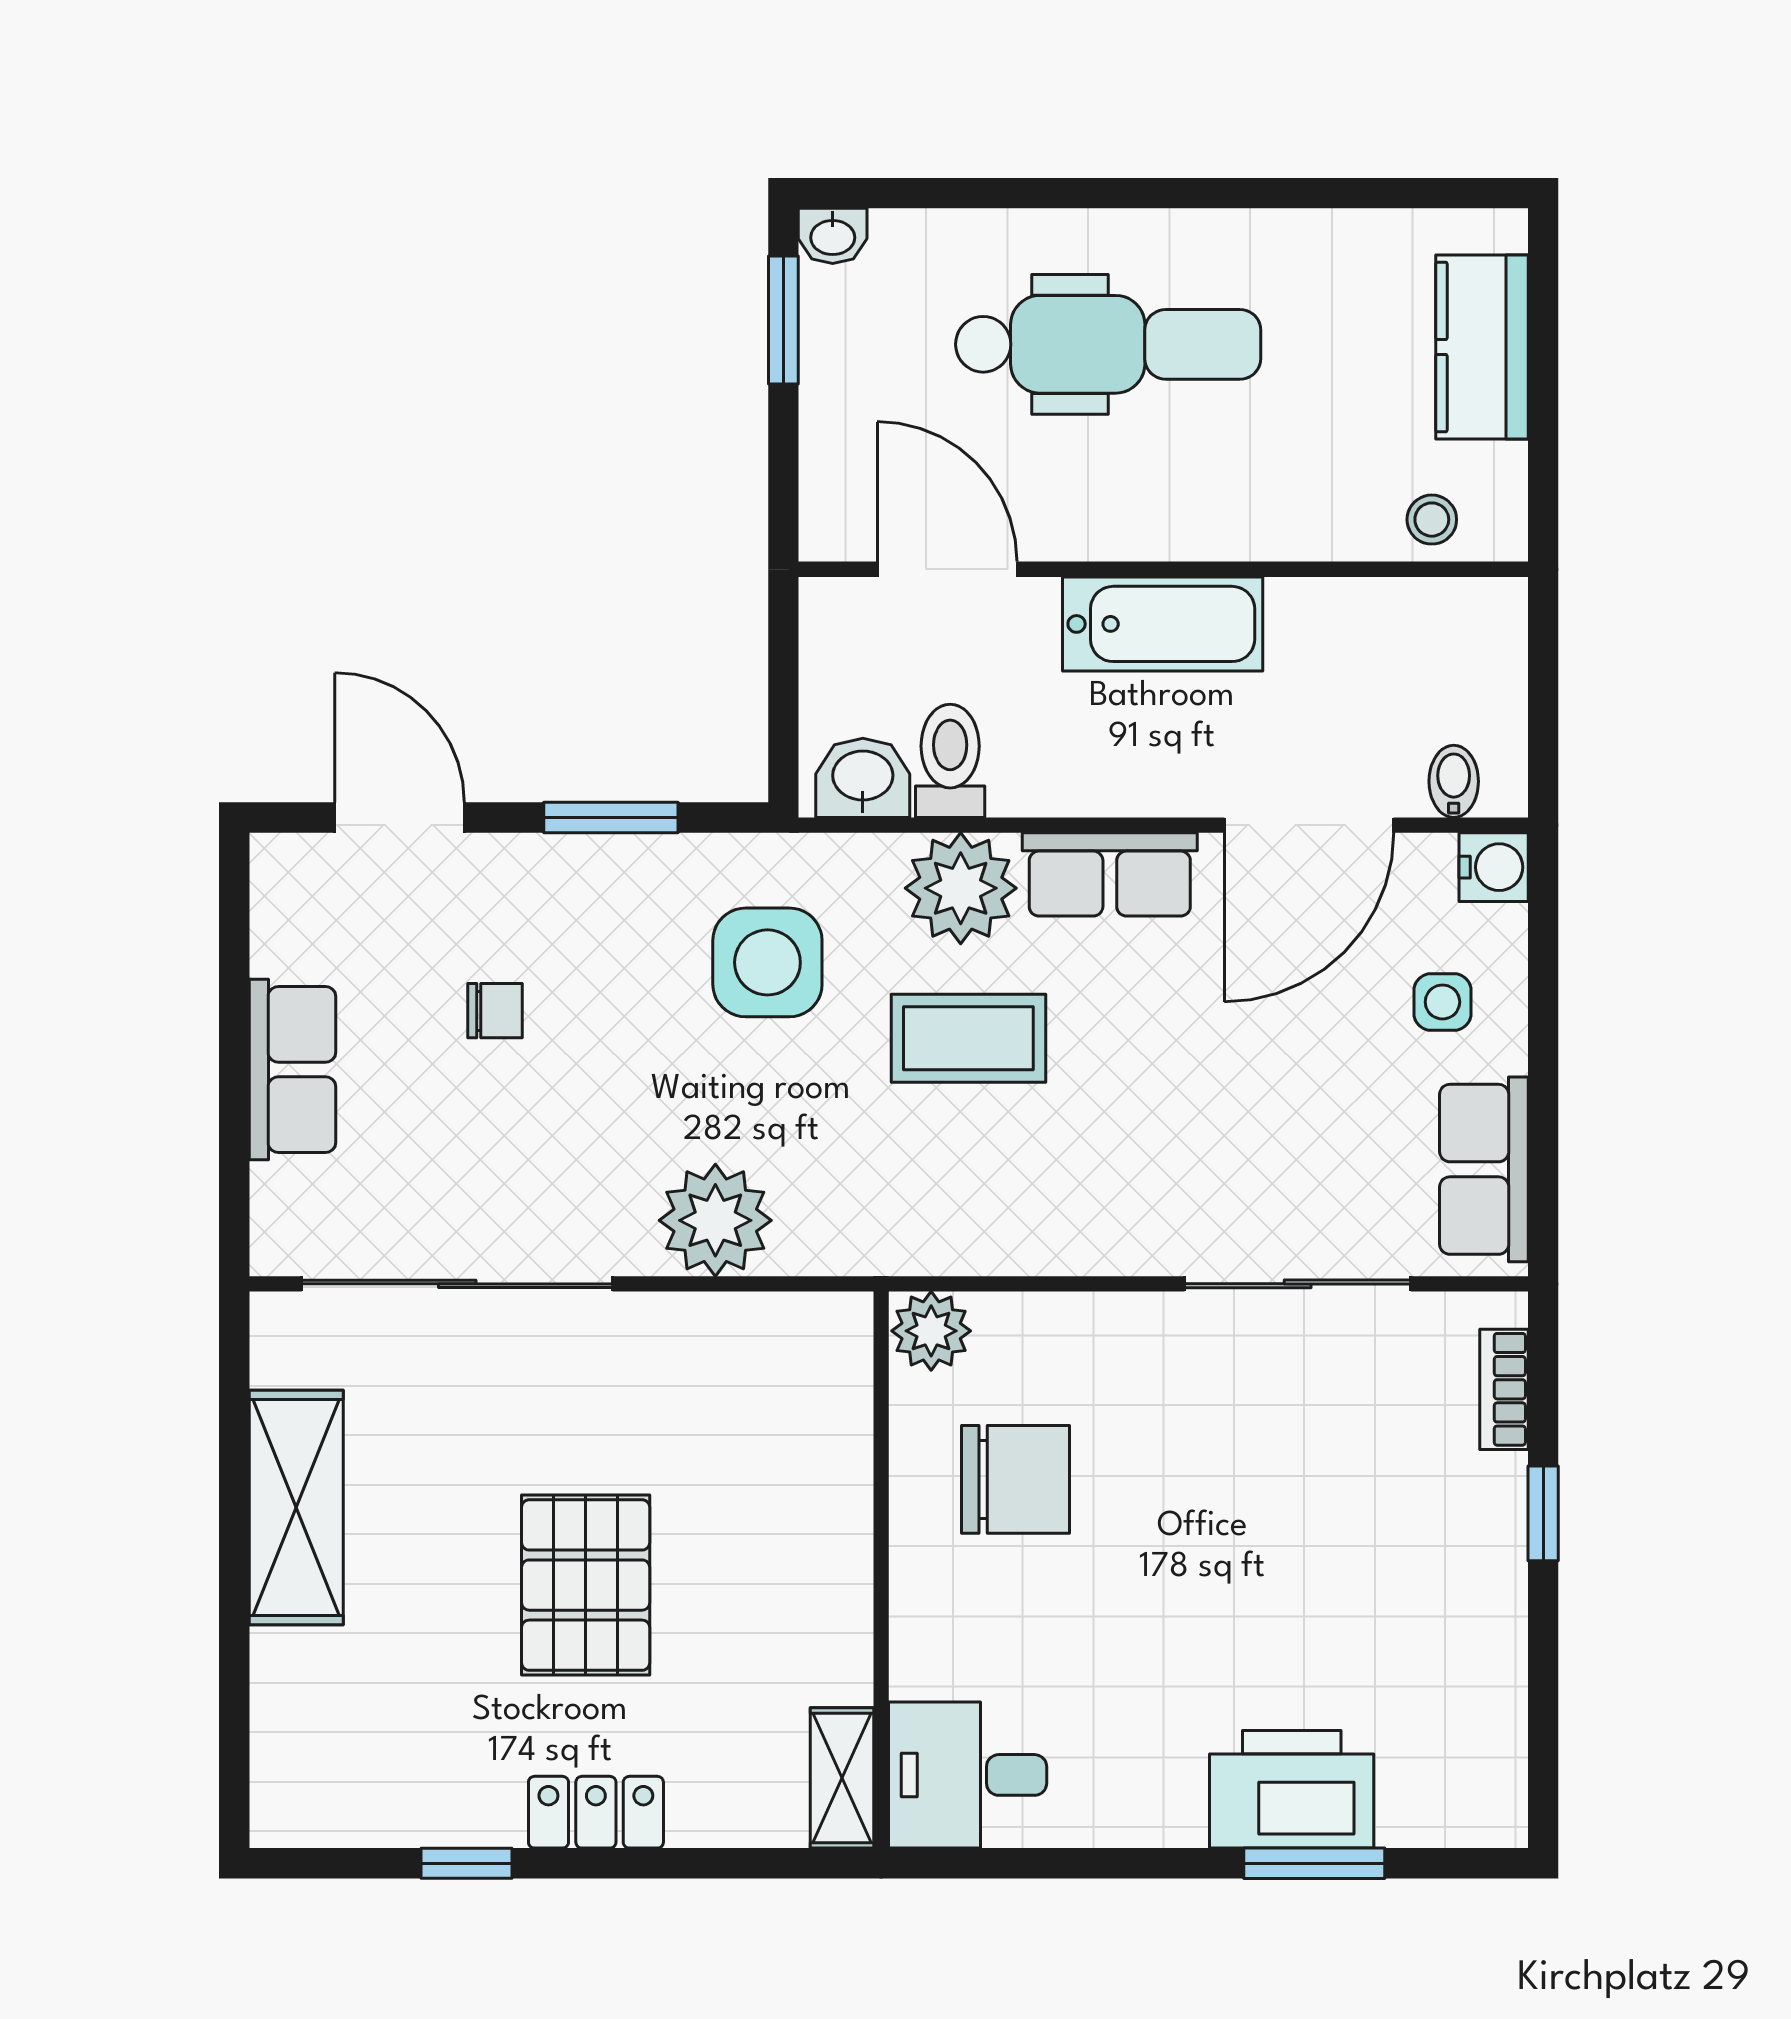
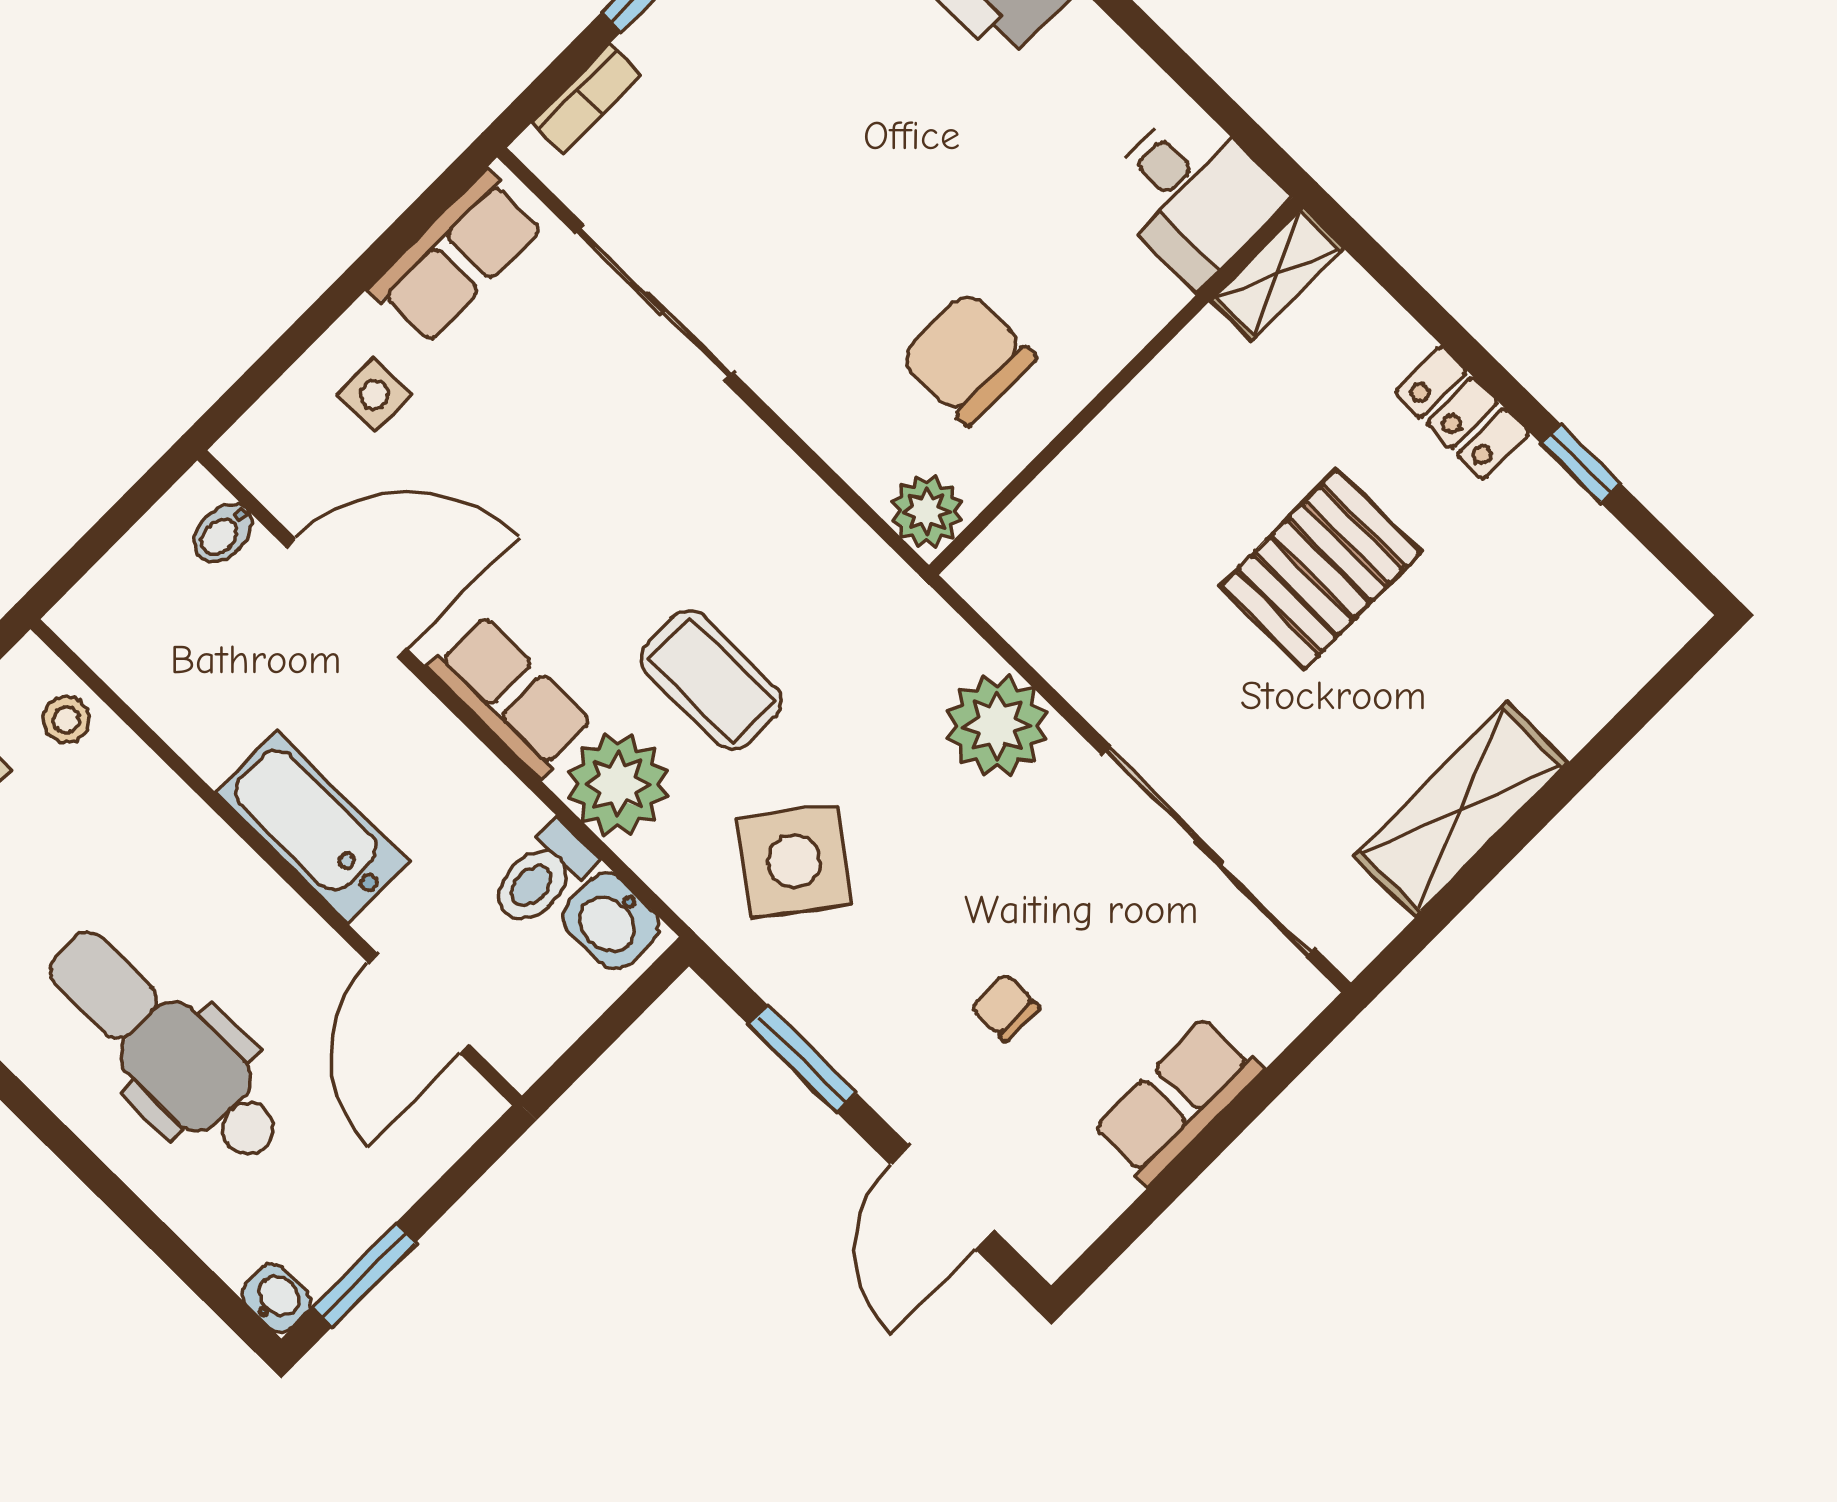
water cooler: (1494, 867) -> (253, 450), removed
side table: (767, 962) -> (794, 861), turned 38

